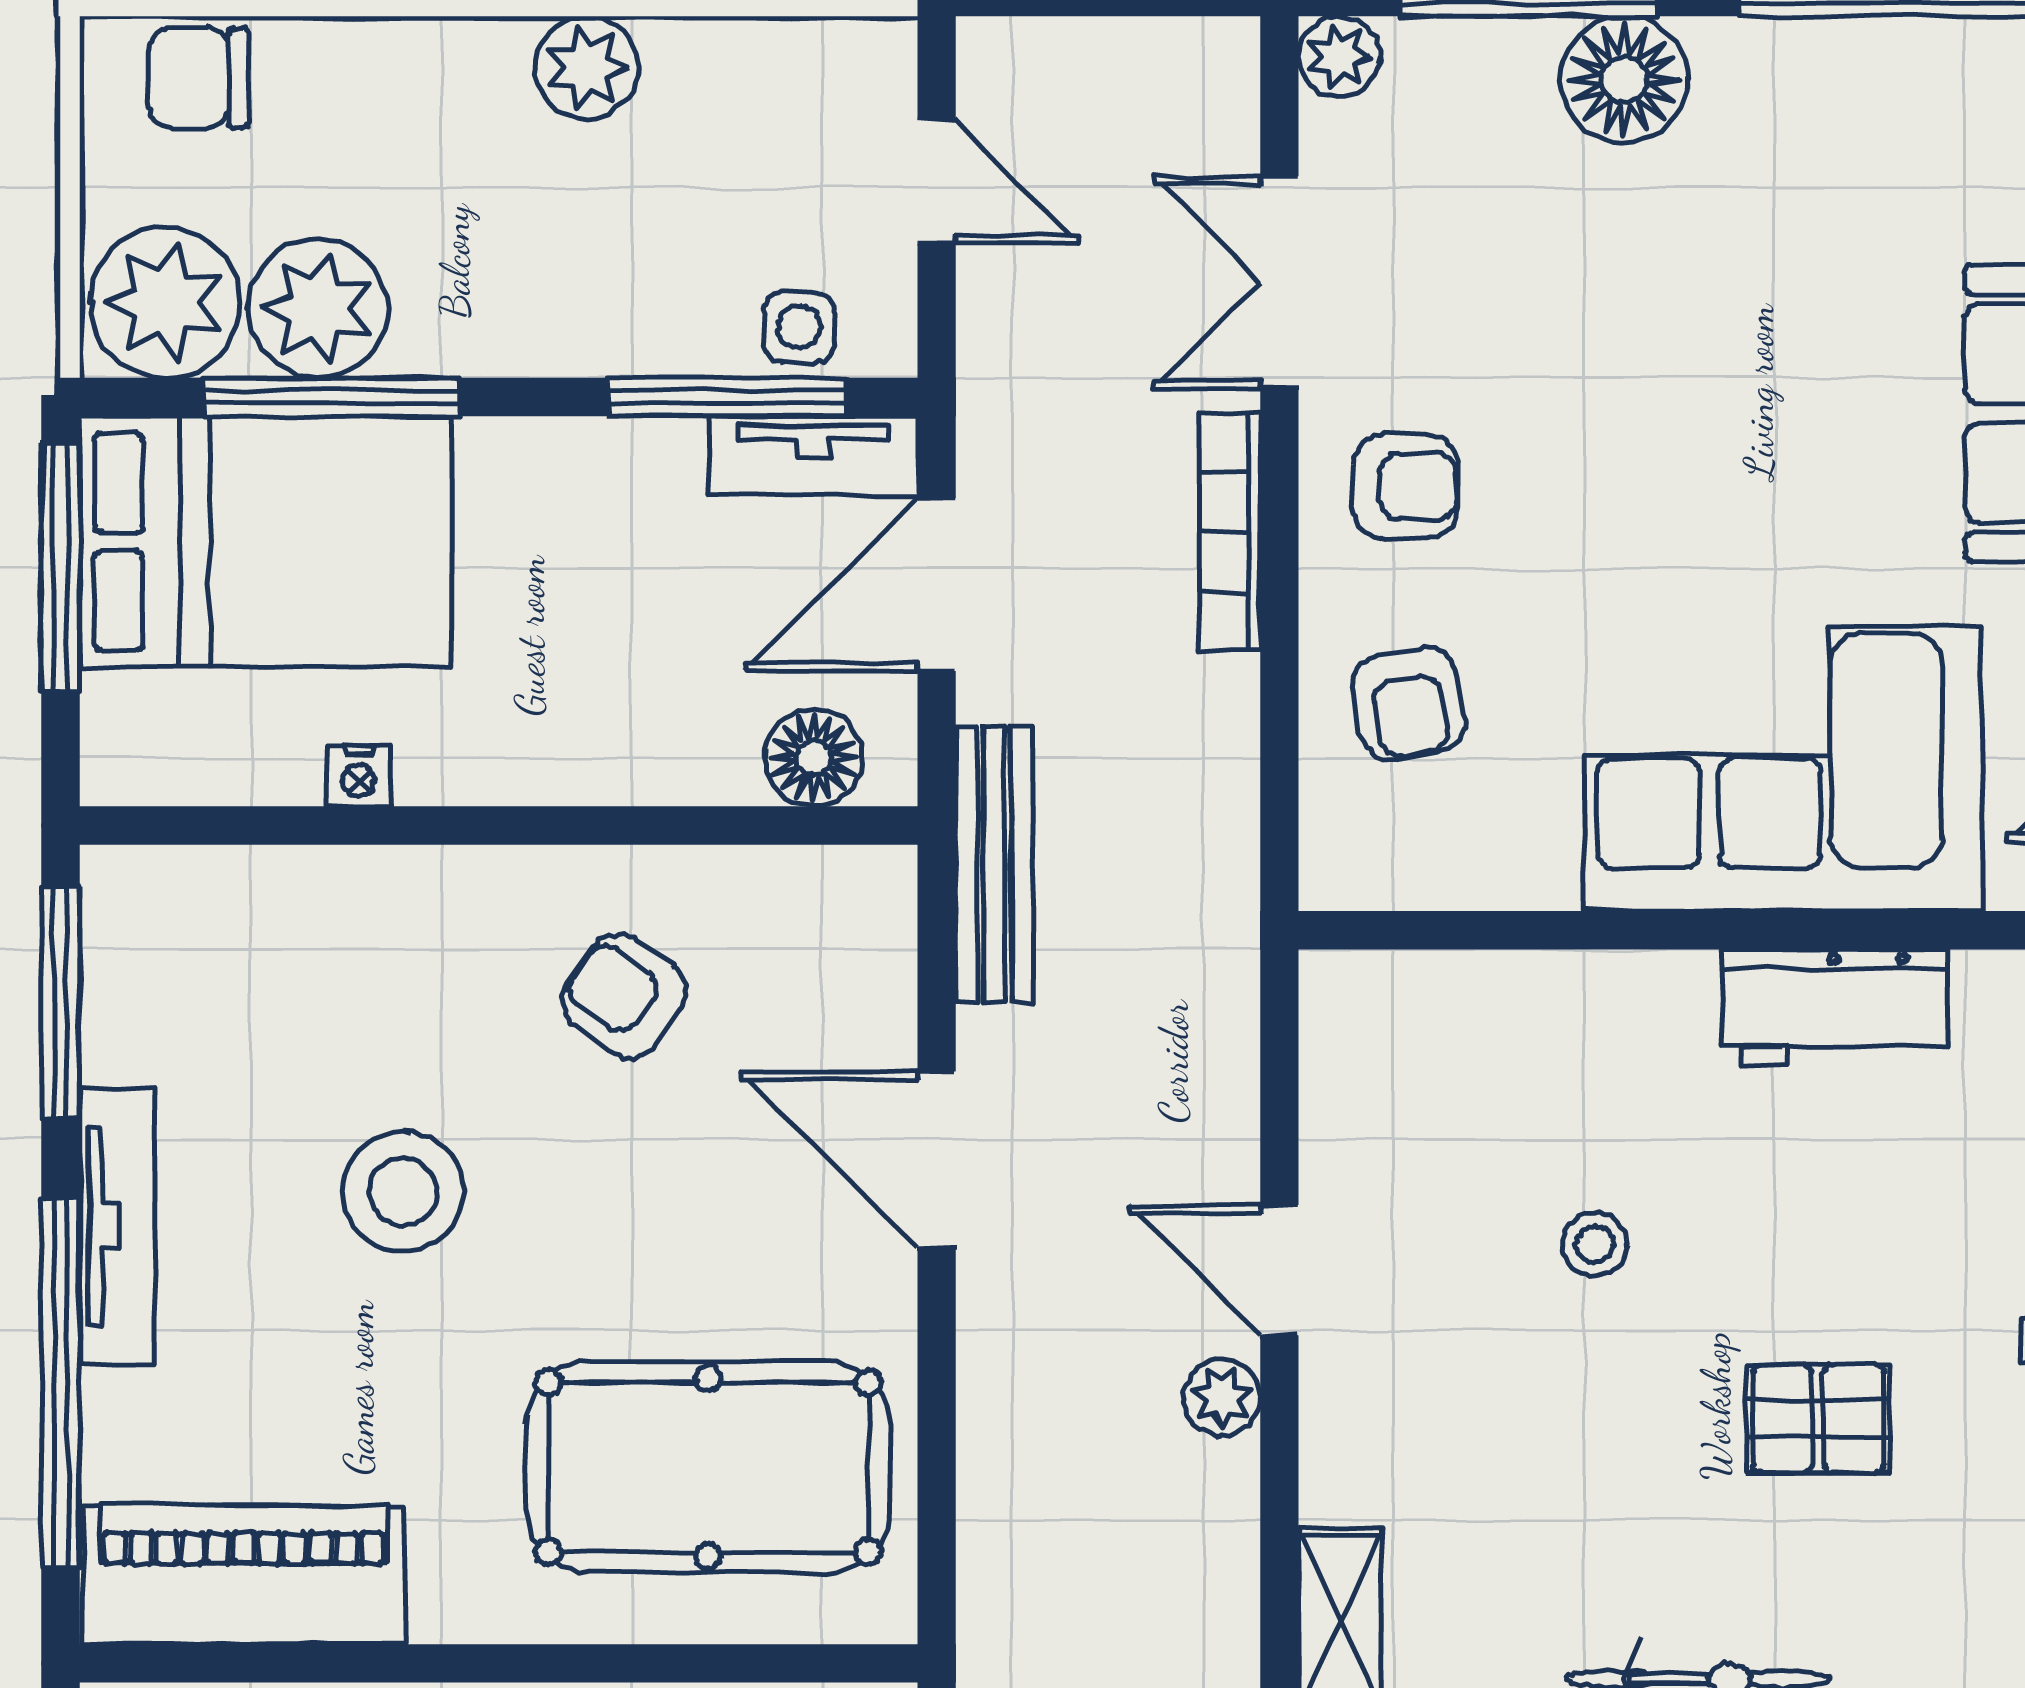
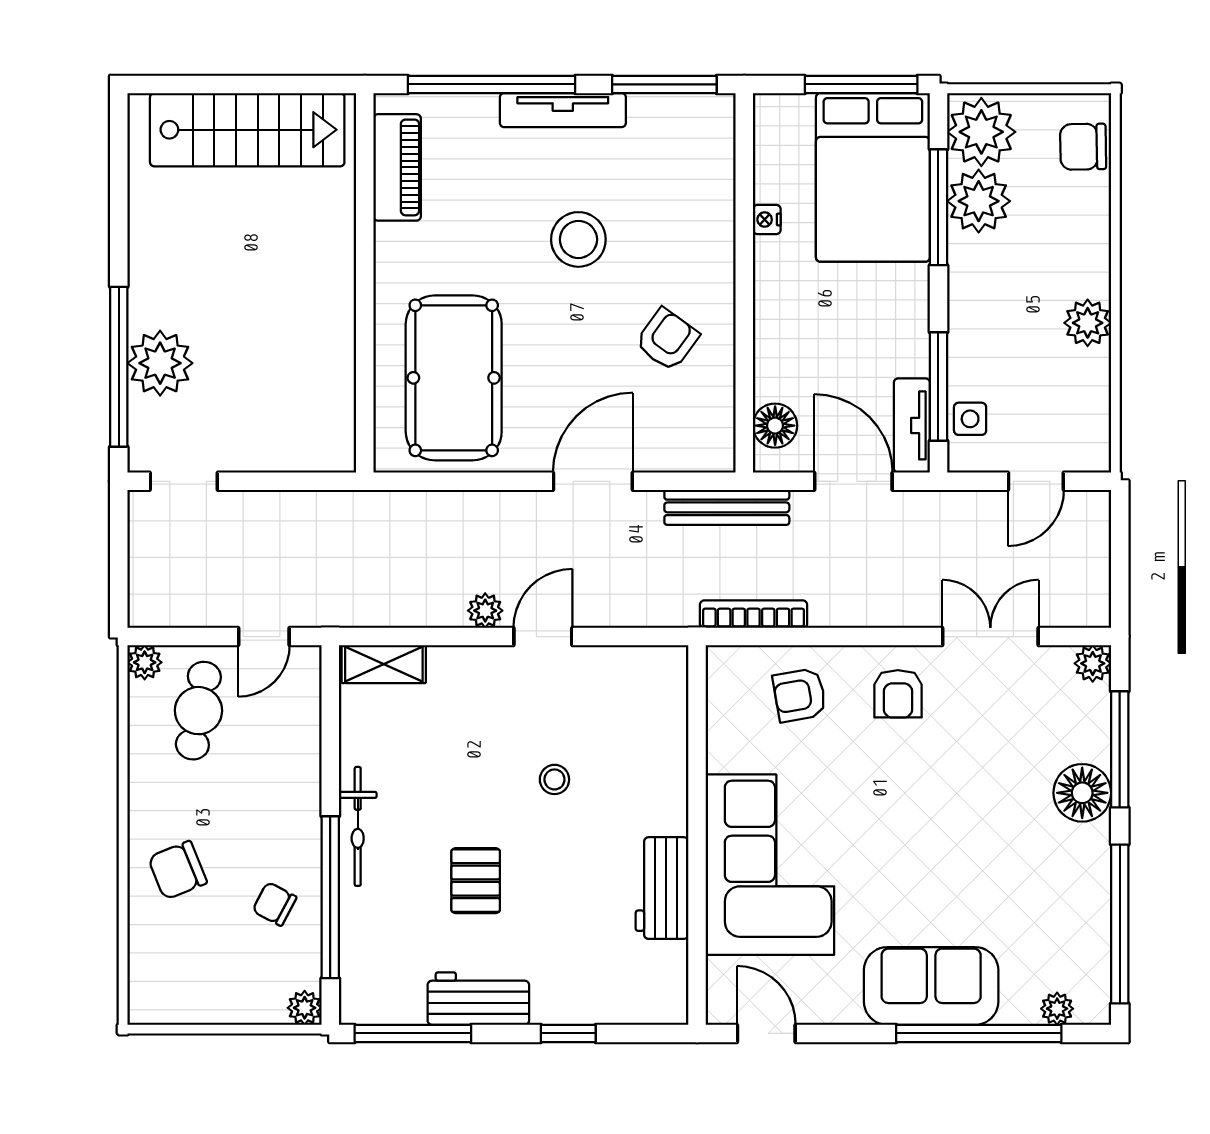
chair: (198, 78) -> (1083, 147), turned -91
bookcase: (1230, 532) -> (754, 614), moved
piano: (244, 1575) -> (397, 167), width x0.73, depth x0.75

